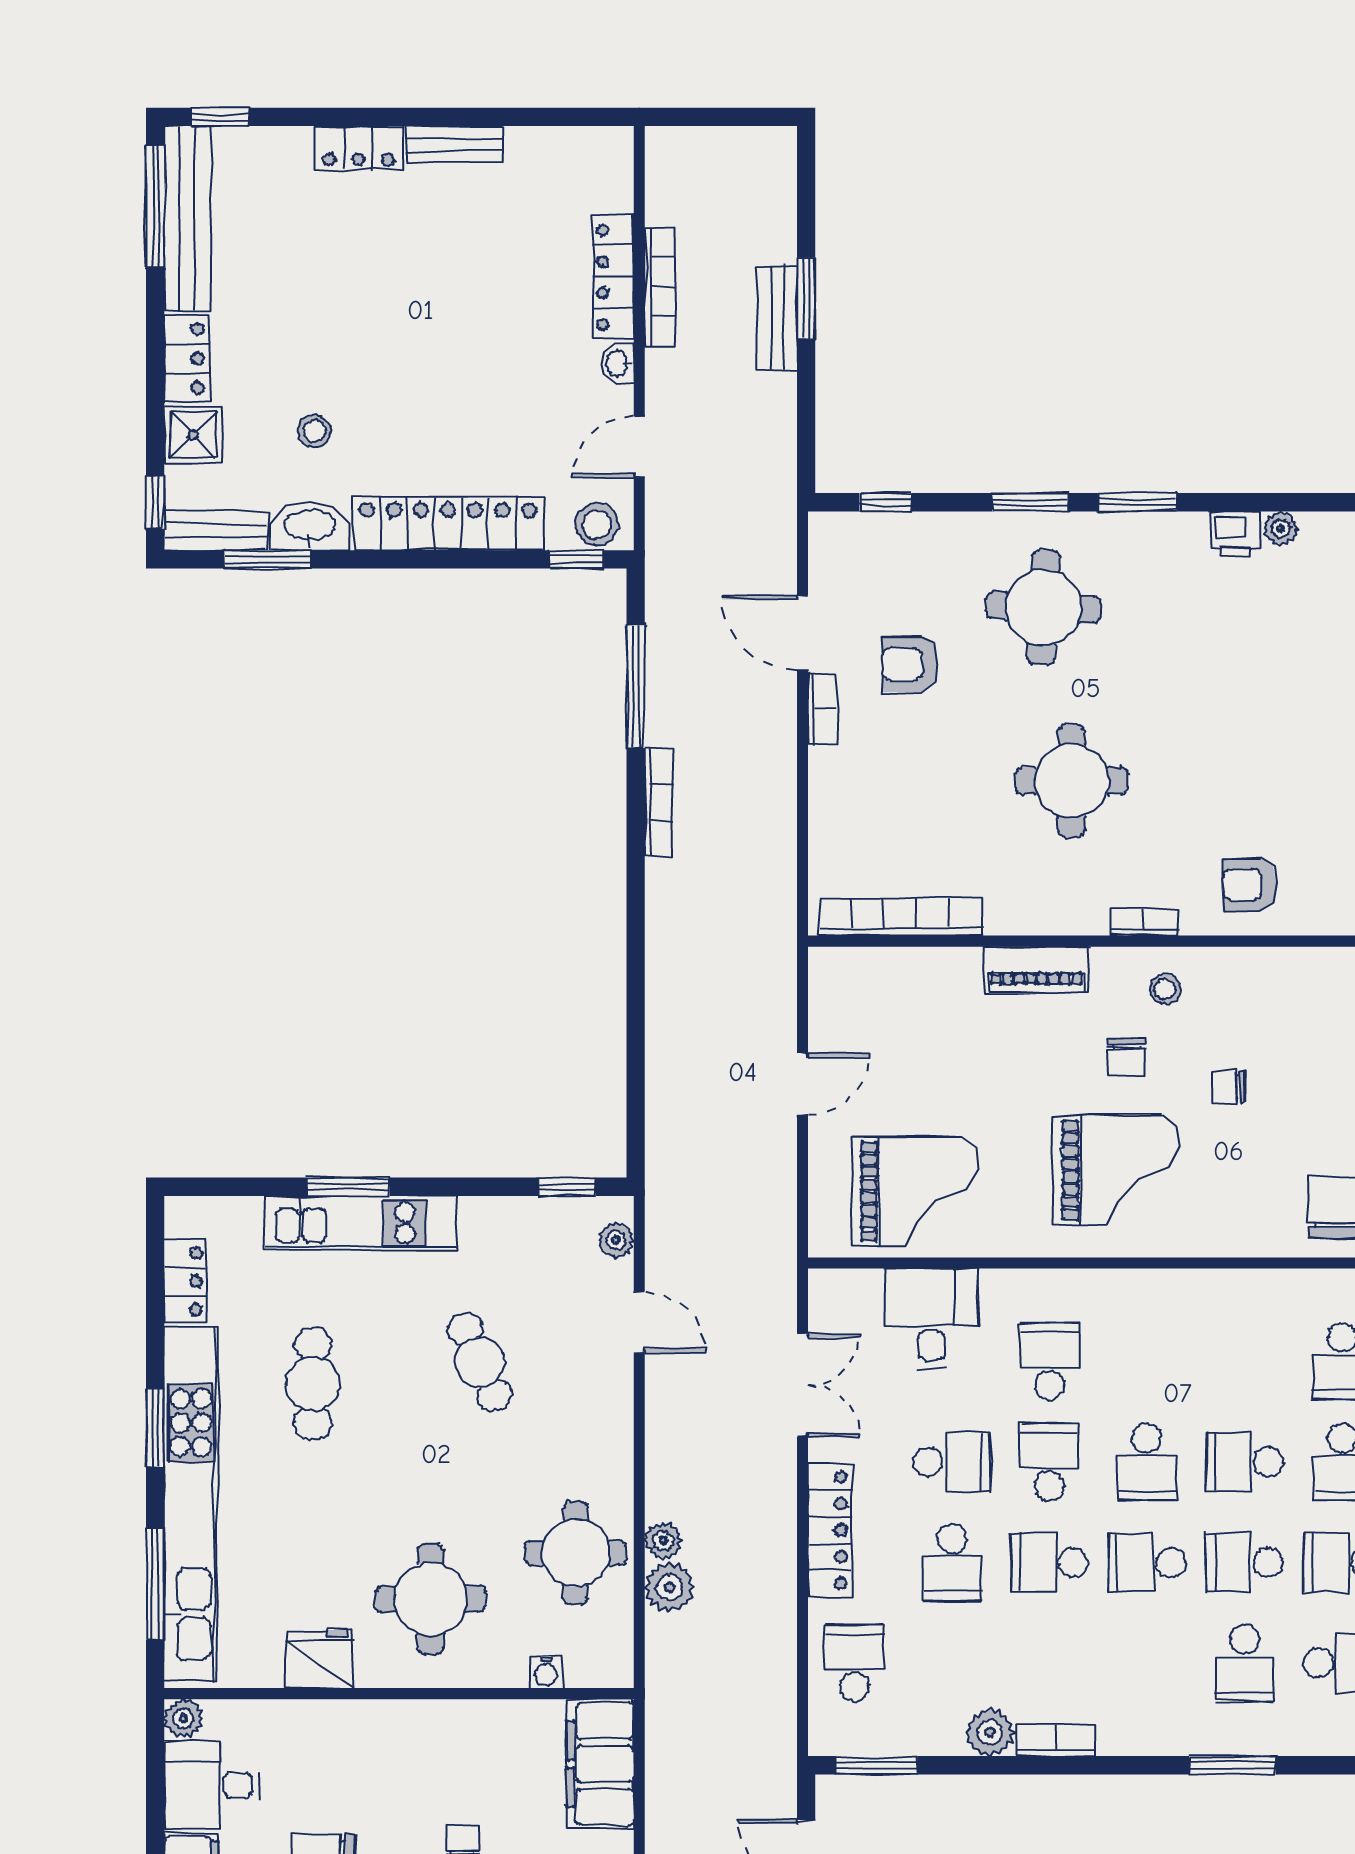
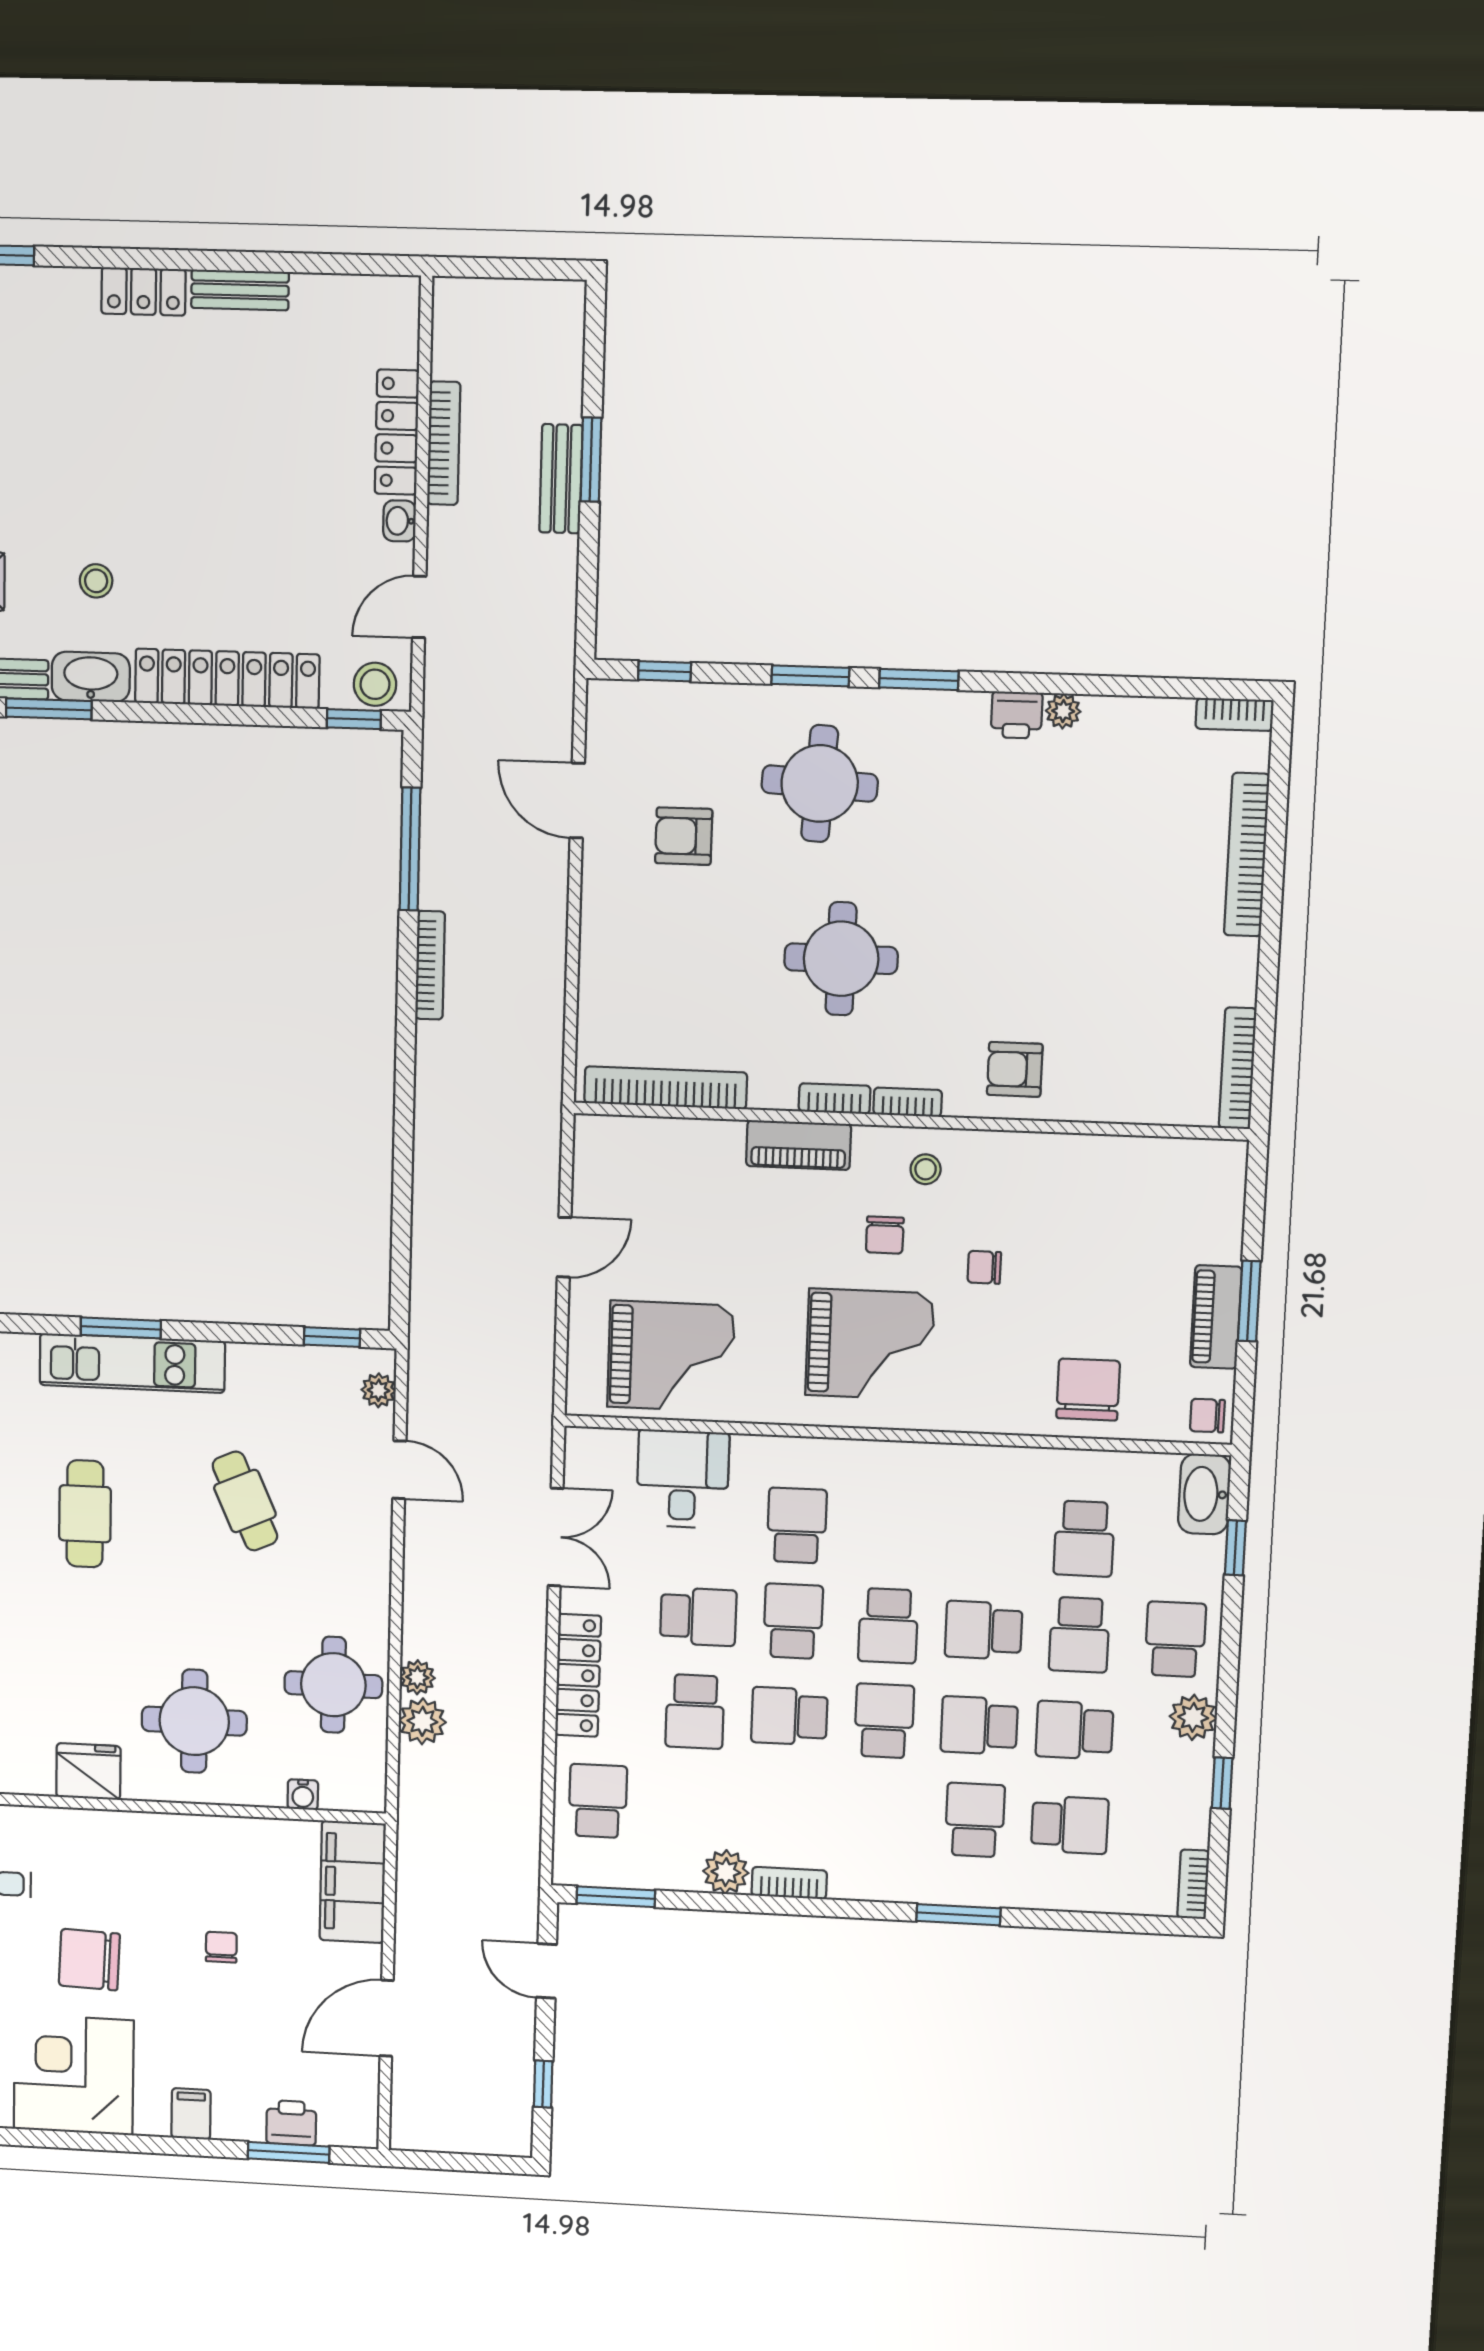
bookcase: (822, 709) -> (835, 1099), moved, turned -90
school desk: (1147, 1563) -> (884, 1721), turned 90
school desk: (1245, 1663) -> (975, 1820), turned 180

